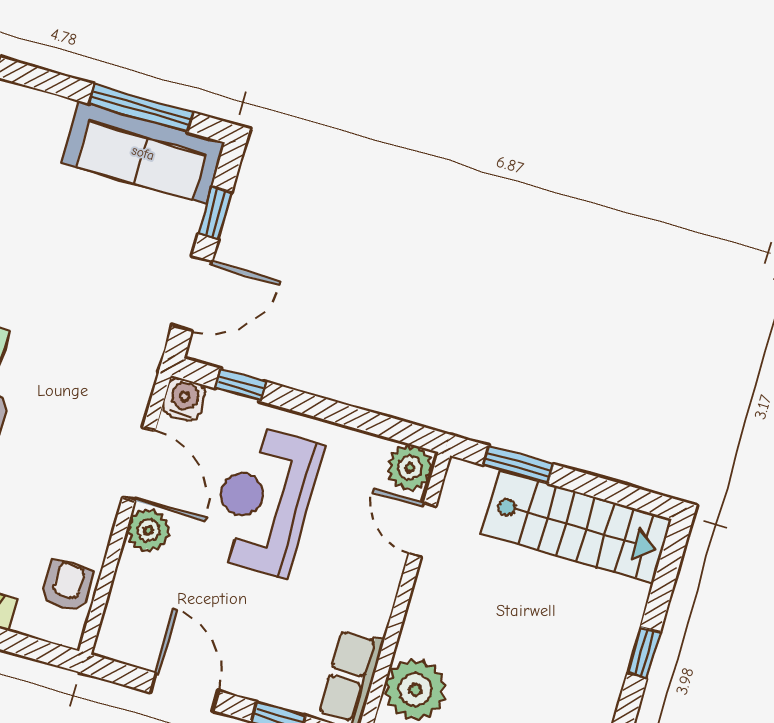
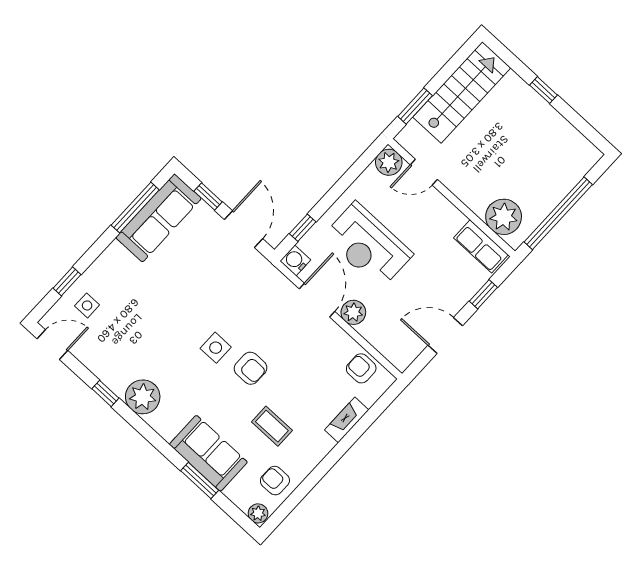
door: (139, 464) -> (317, 300), hinge flipped

